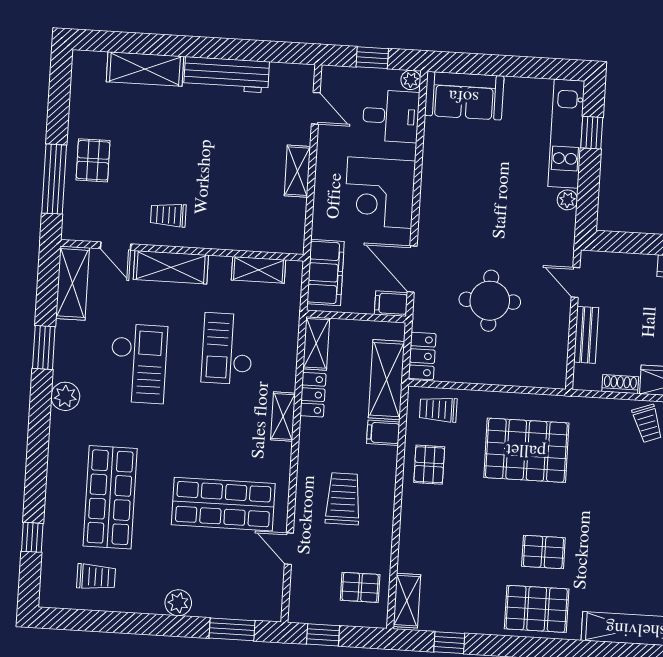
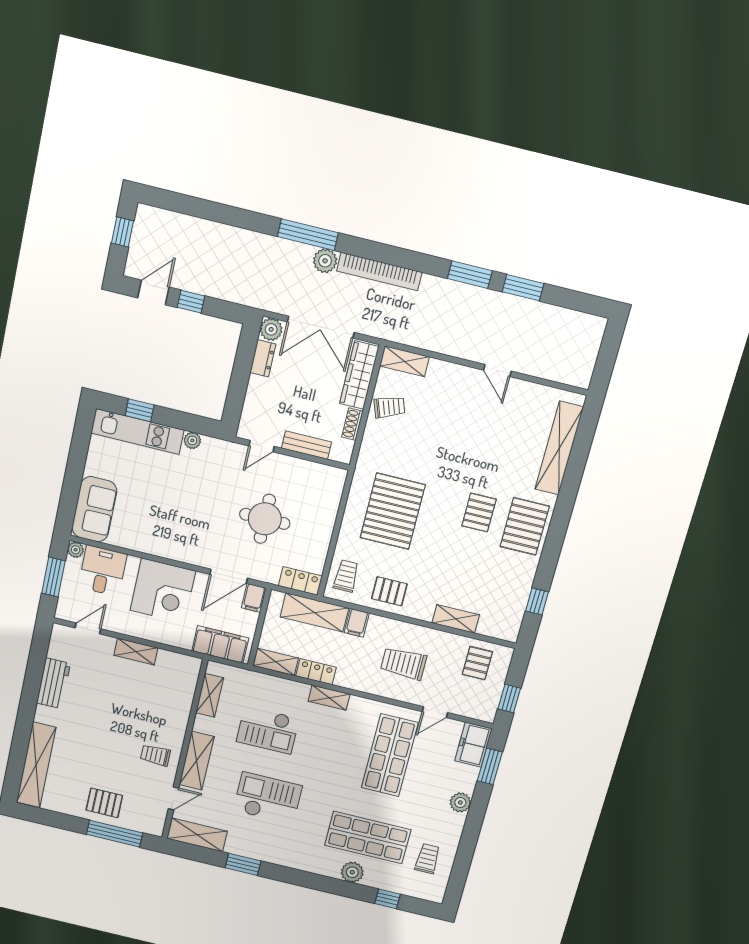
window: (372, 58) -> (53, 577), width x1.50
shelving: (145, 69) -> (36, 765), width x1.47
workbench: (227, 75) -> (53, 683), width x0.73
trolley: (168, 215) -> (155, 755), turned 90
plant: (65, 396) -> (352, 872), moved
trolley: (438, 409) -> (346, 576), turned 180
shelving: (407, 601) -> (456, 619), moved
freezer: (256, 604) -> (473, 745), added

